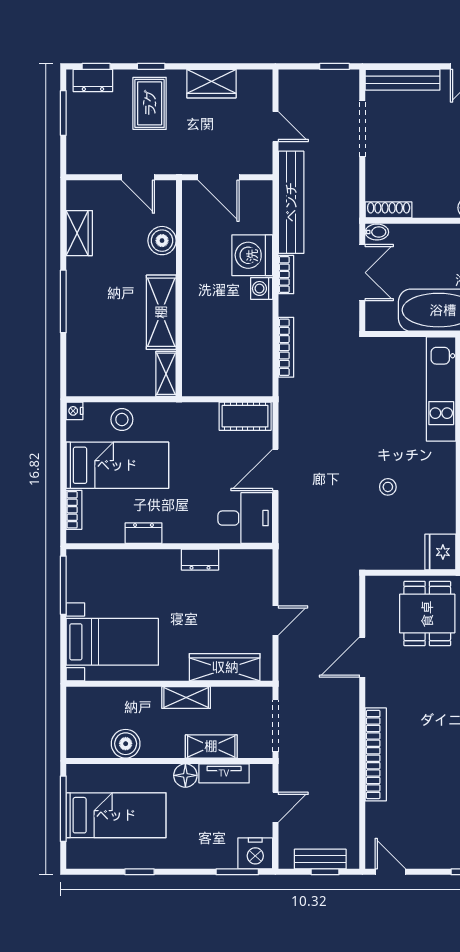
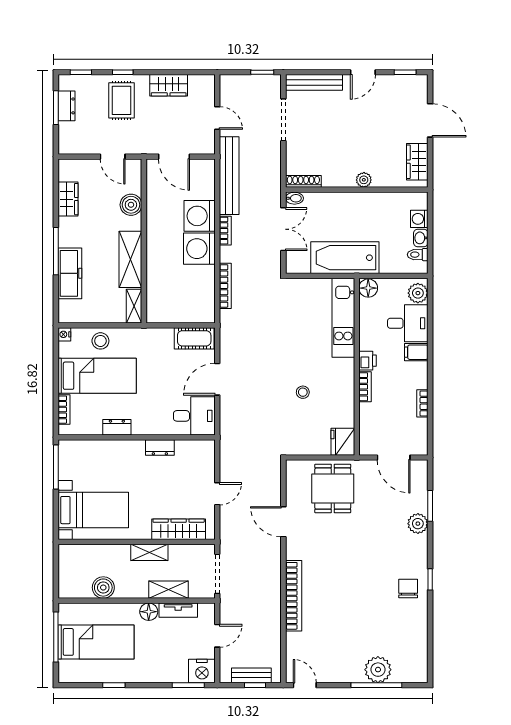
dresser: (93, 80) -> (66, 106), moved, turned -90
washing machine: (262, 288) -> (199, 249), width x1.89, depth x1.89
freezer: (82, 331) -> (70, 273), added
door: (362, 657) -> (283, 522), hinge flipped

